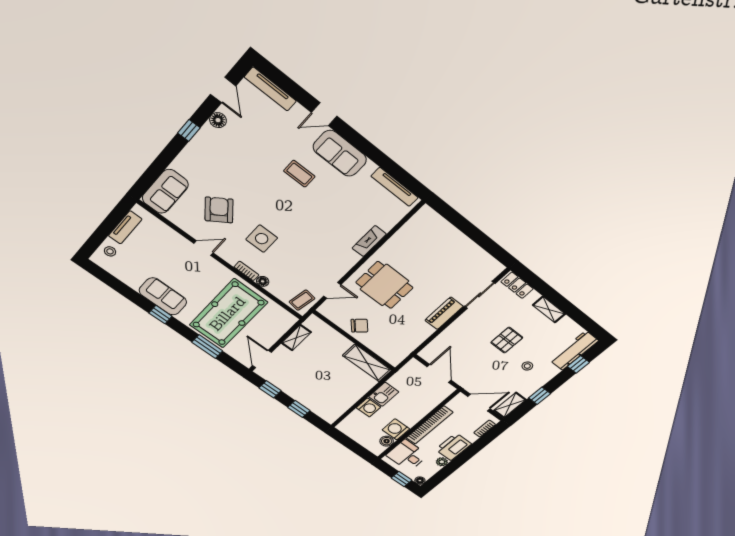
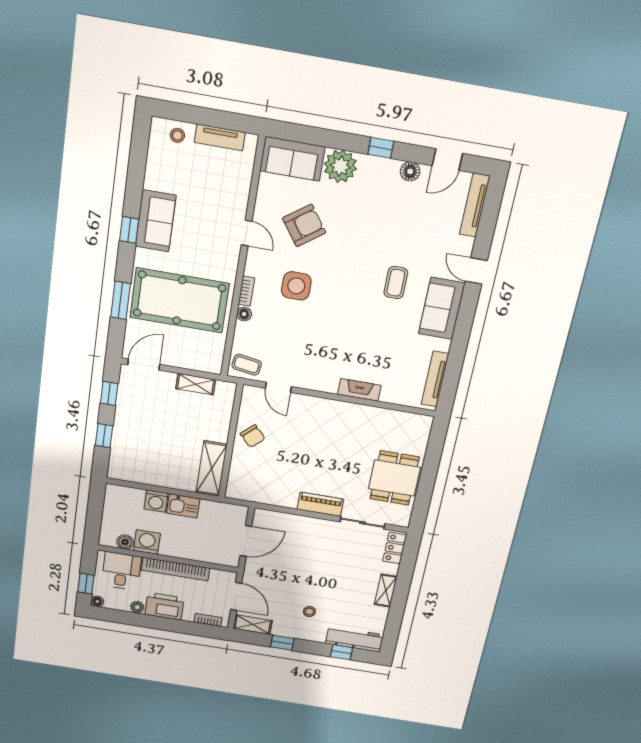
plant: (188, 164) -> (340, 166), added
dining table: (384, 285) -> (395, 478), moved
pallet: (507, 340) -> (327, 576), removed

